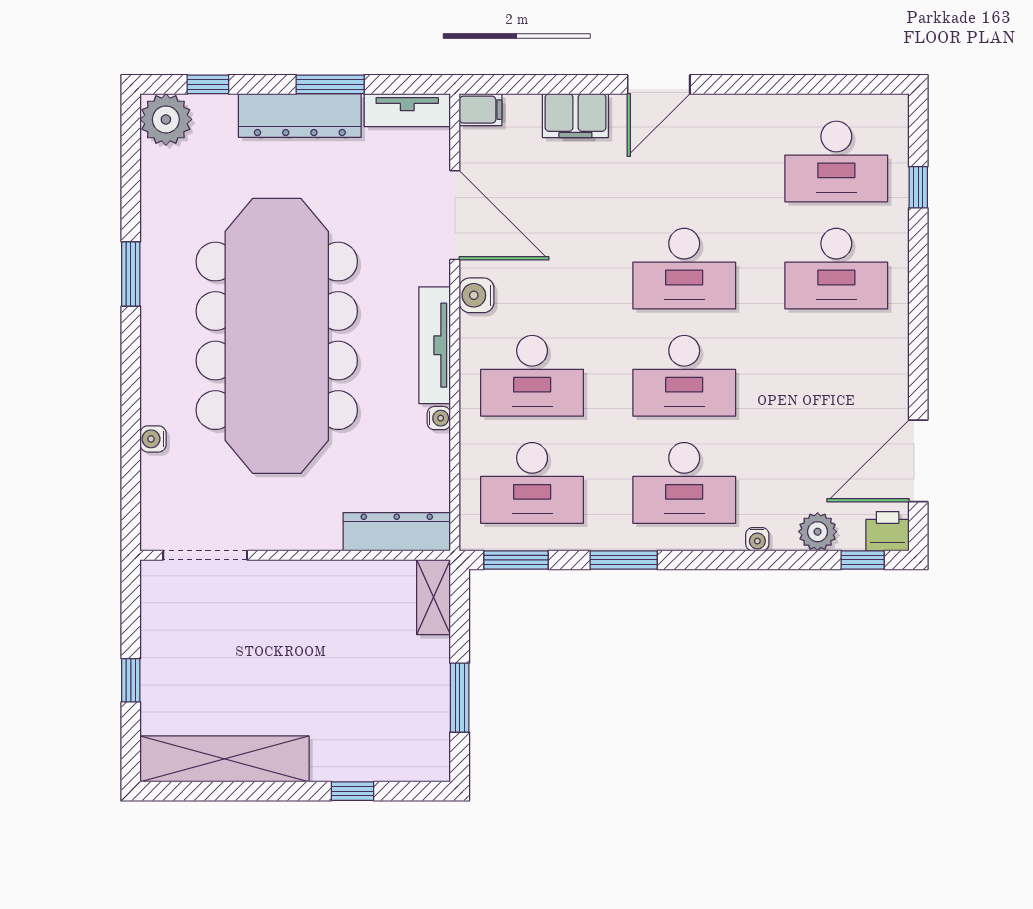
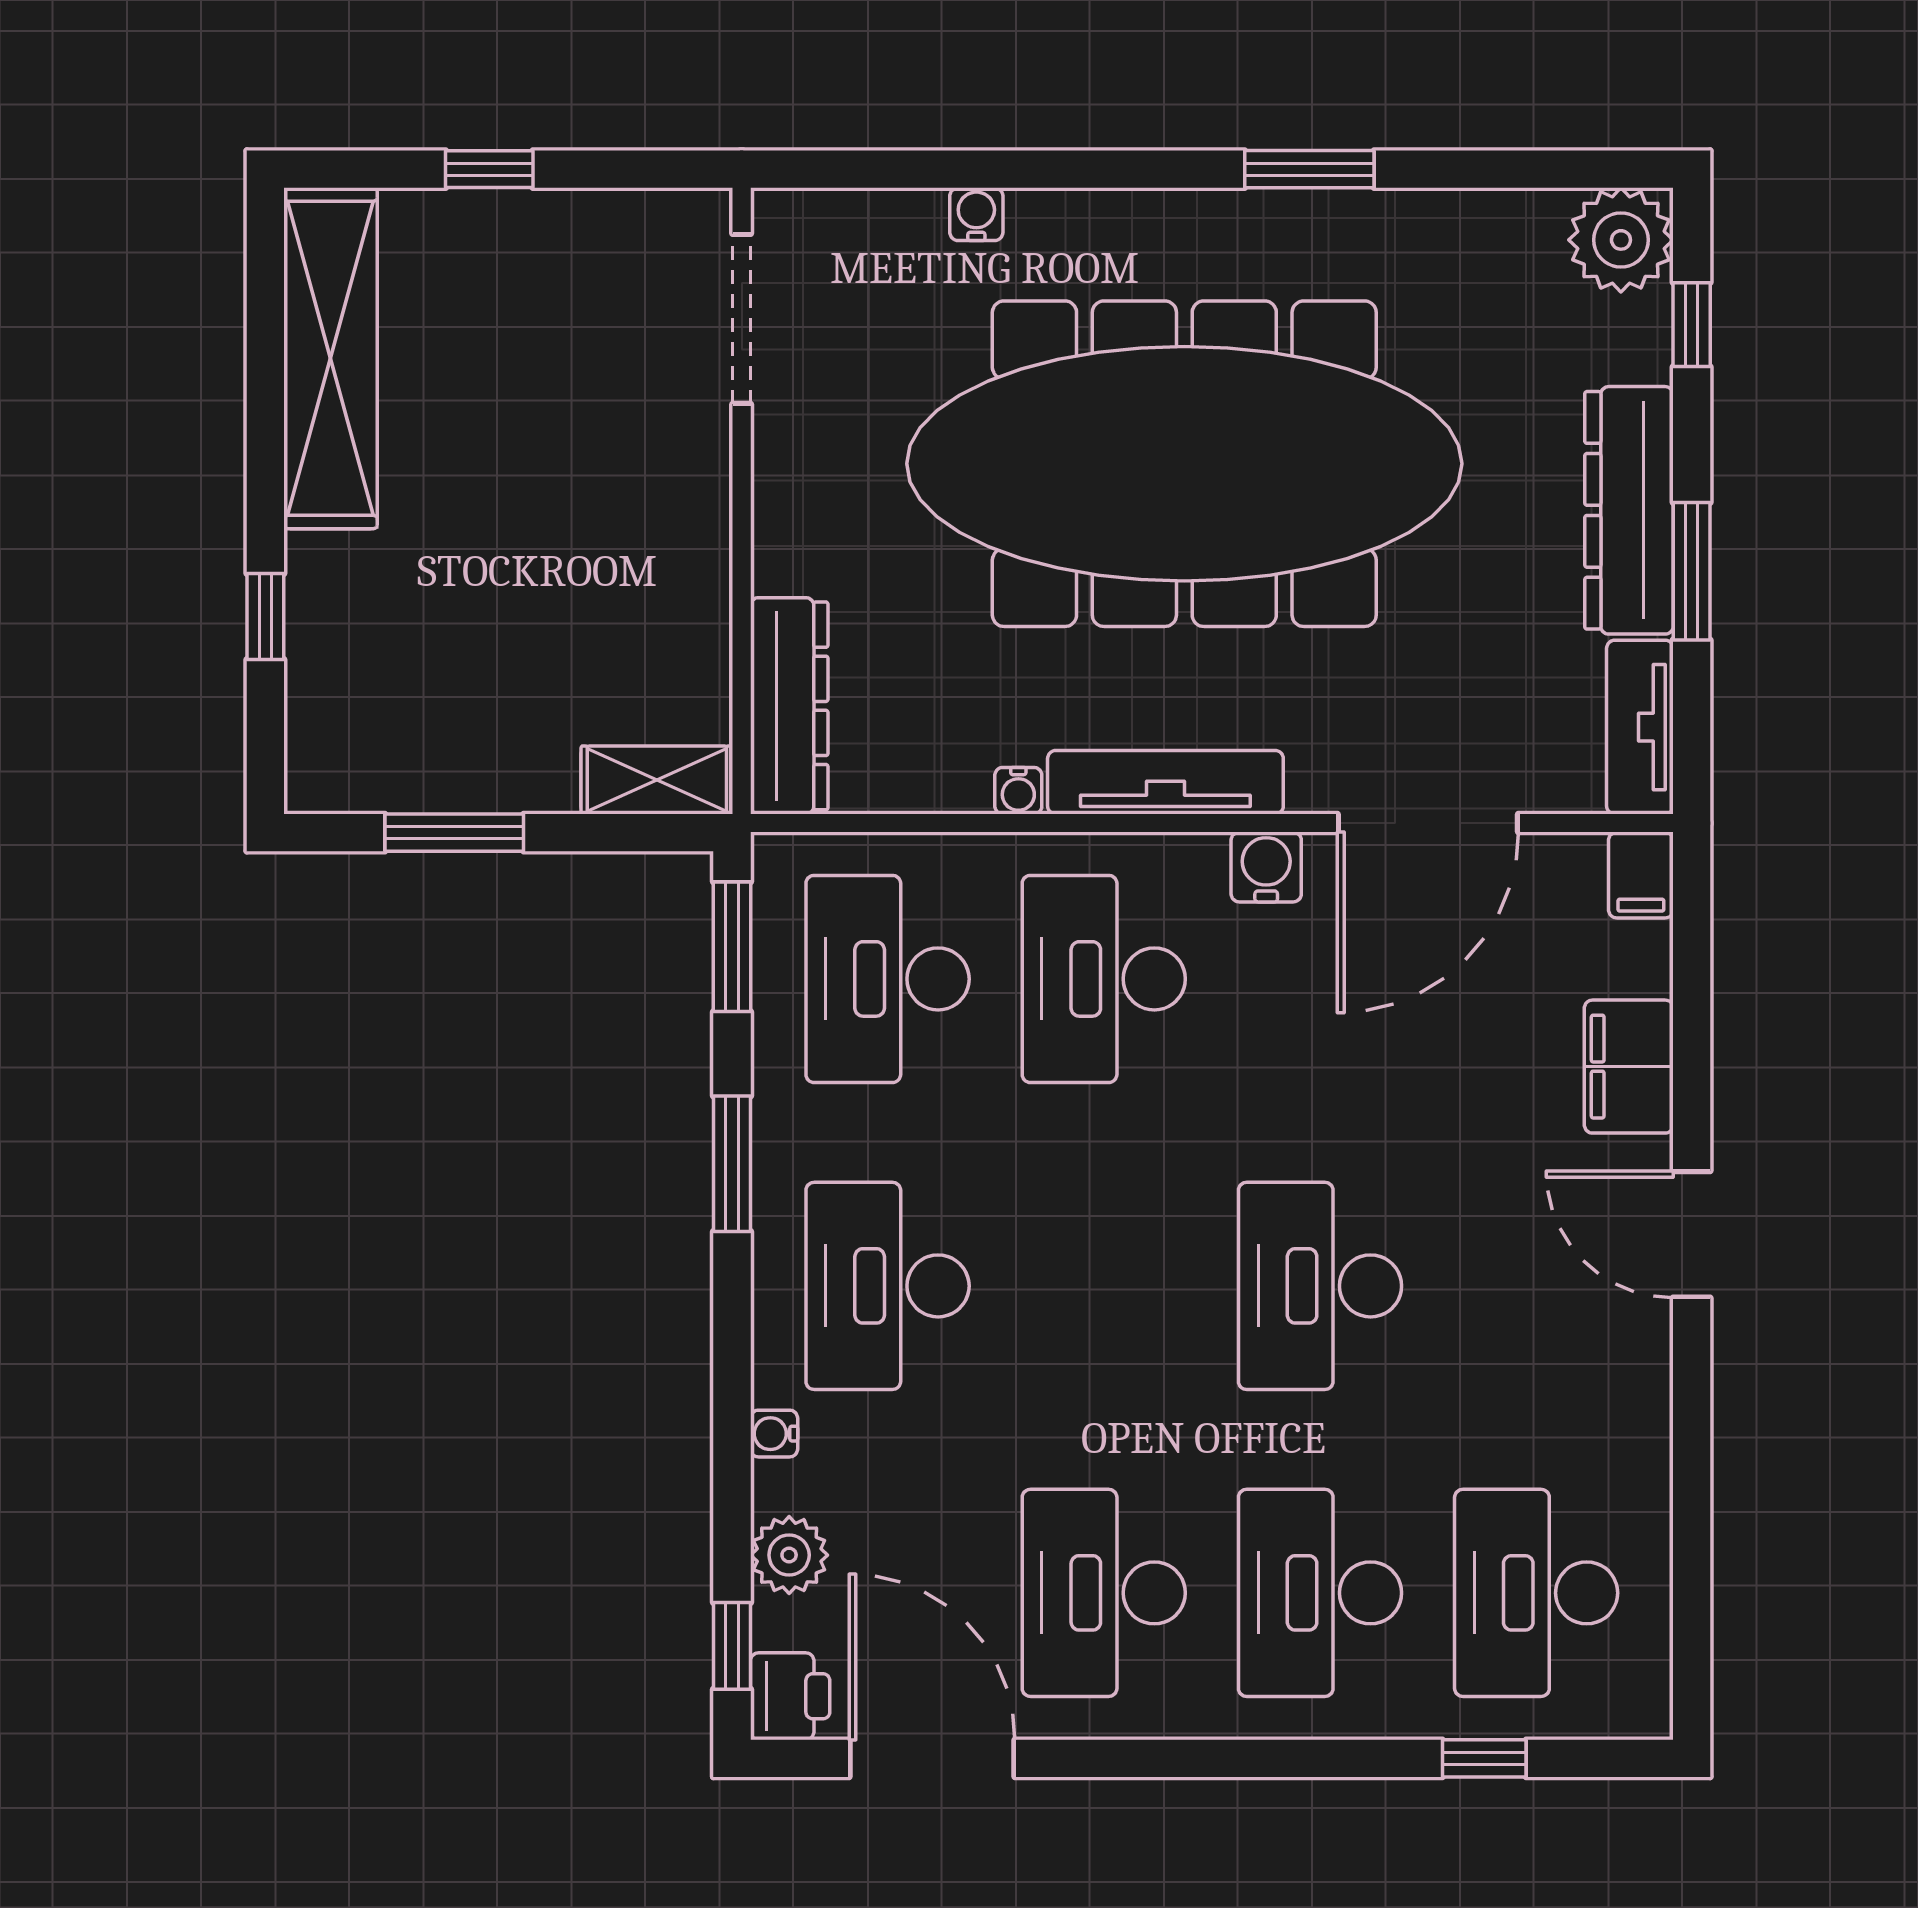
desk: (684, 376) -> (1104, 1593), moved

